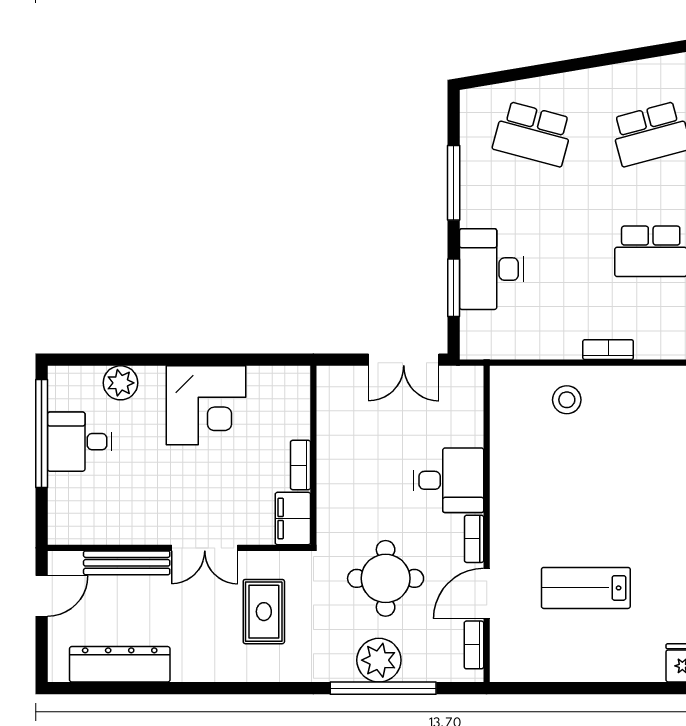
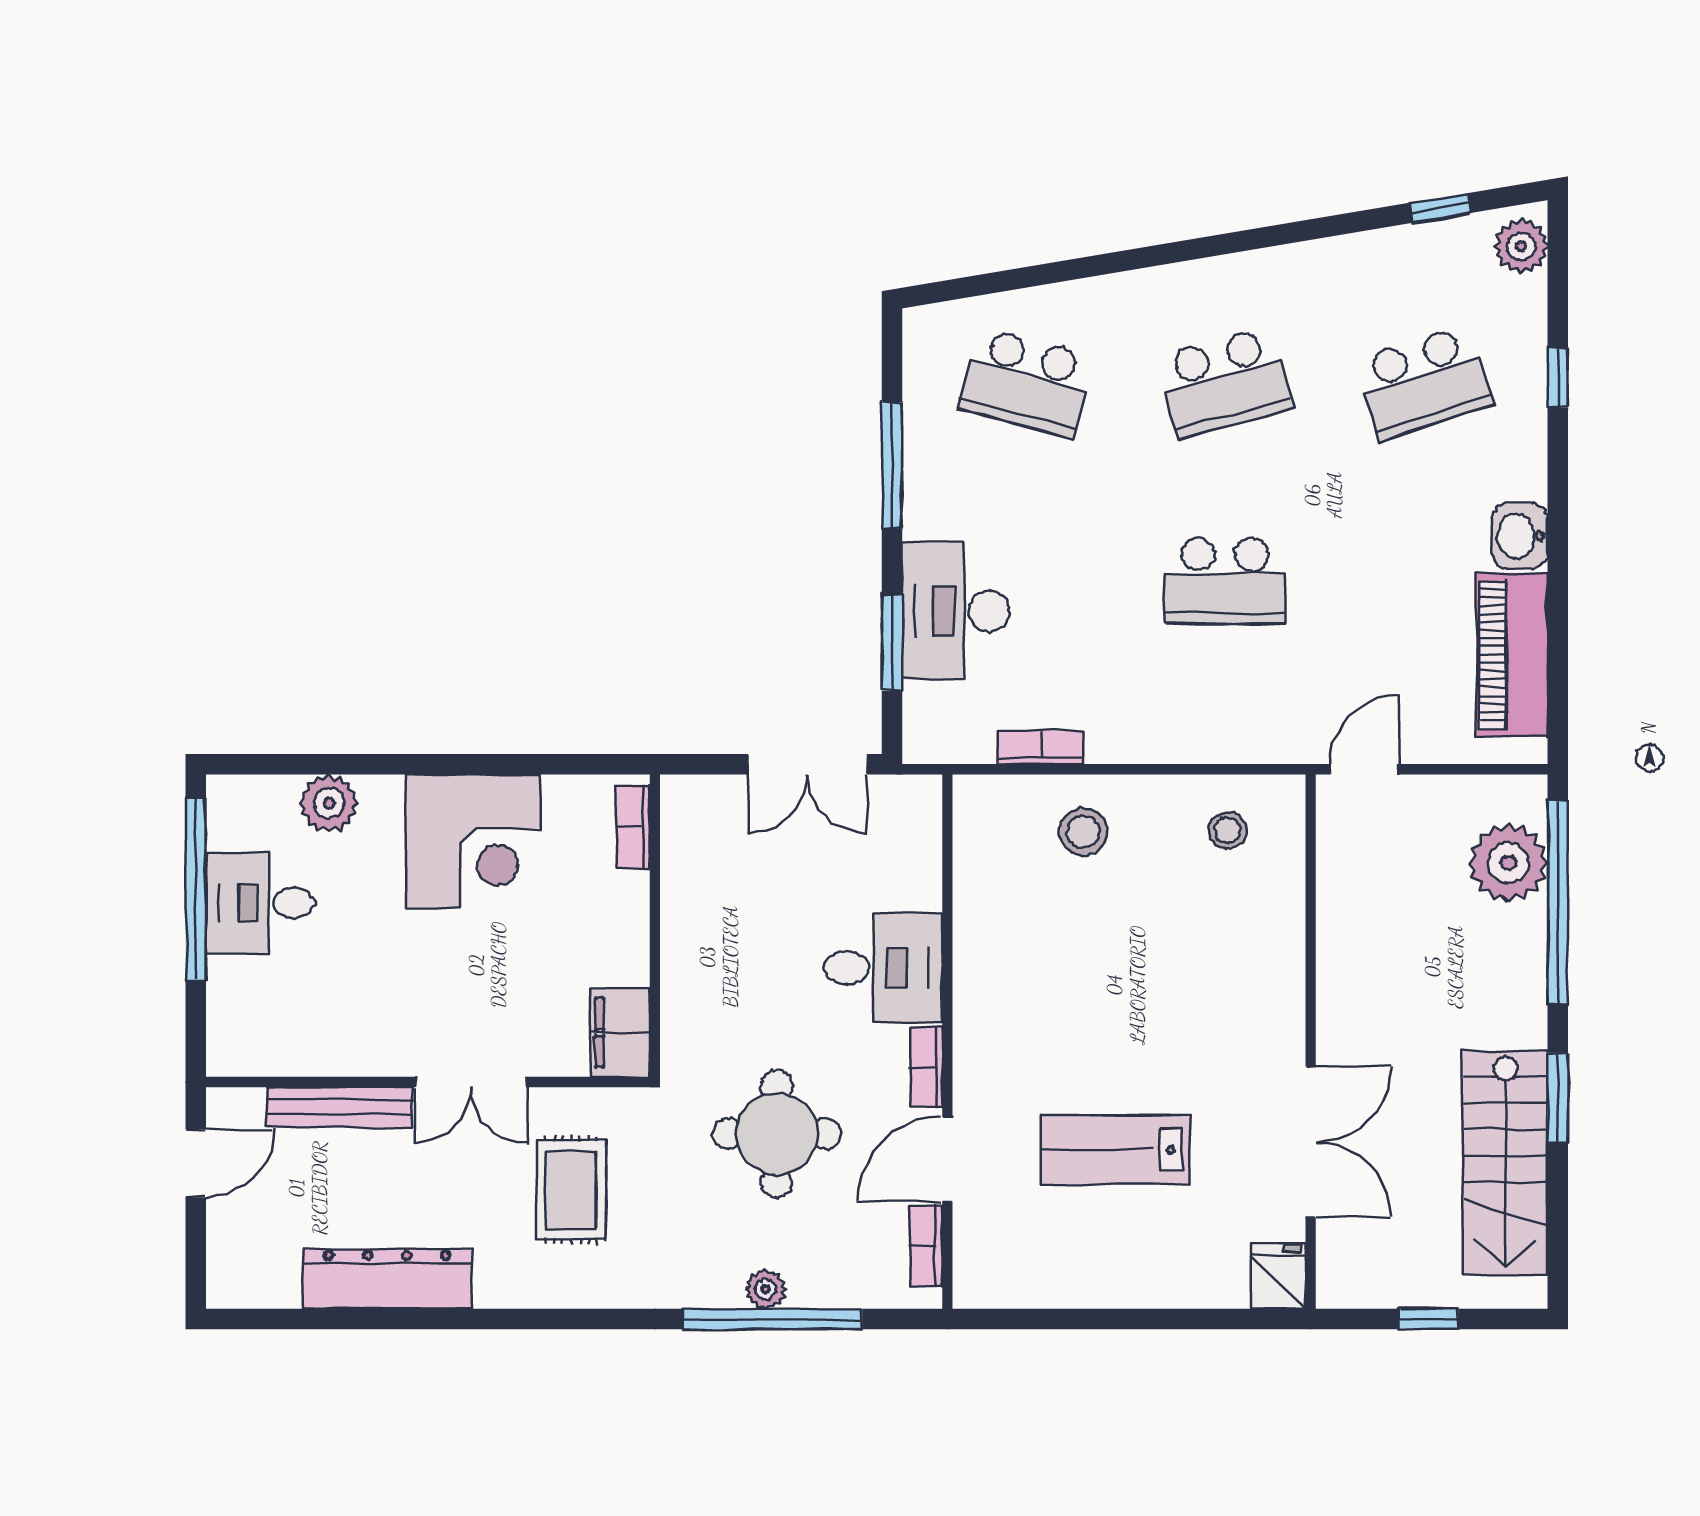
bookcase: (608, 350) -> (1041, 747), moved
stool: (652, 399) -> (1227, 830), added
bookcase: (300, 465) -> (633, 827), moved
plant: (379, 660) -> (766, 1289), width x0.53, depth x0.53
dresser: (120, 664) -> (387, 1279), moved

